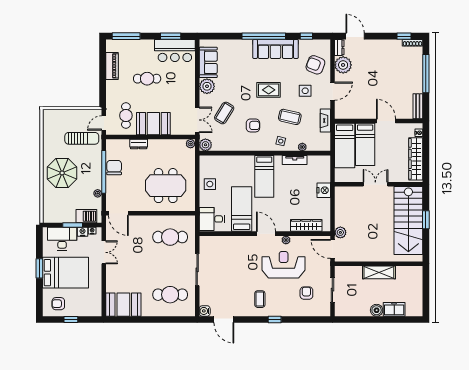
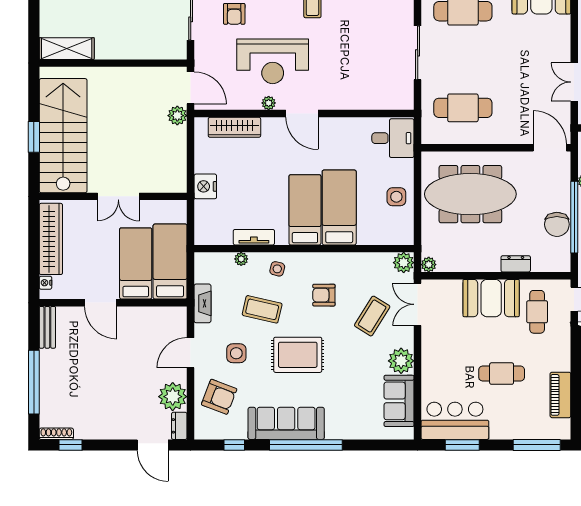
rug: (269, 90) -> (298, 355), width x1.36, depth x1.43
meeting table: (166, 186) -> (470, 194), width x1.36
bed: (242, 209) -> (339, 207), moved, turned 180
shelving: (379, 272) -> (67, 49), moved

